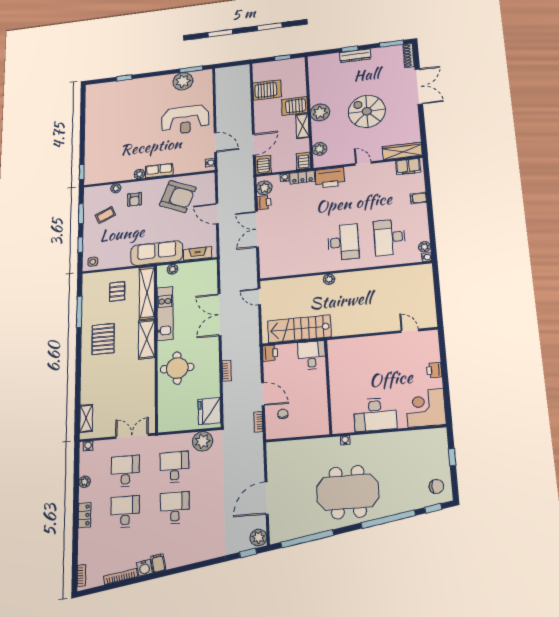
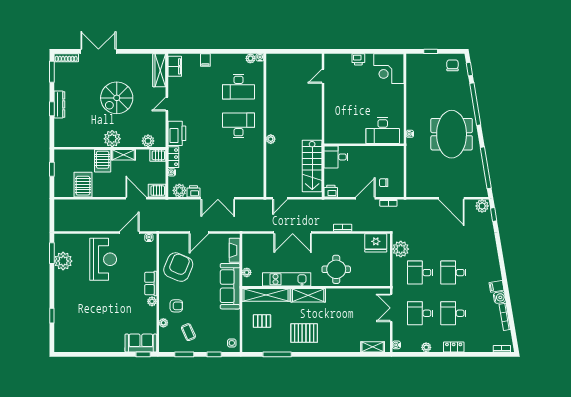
sofa: (94, 168) -> (141, 343), added
desk: (375, 415) -> (383, 131), moved, turned 90

